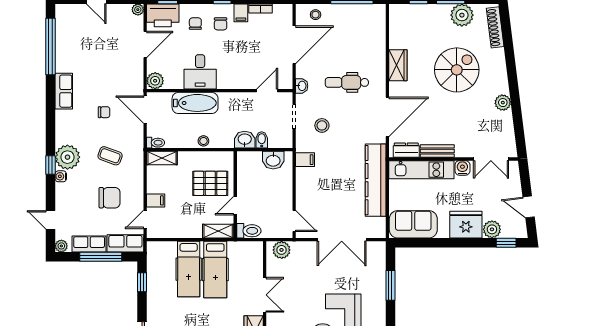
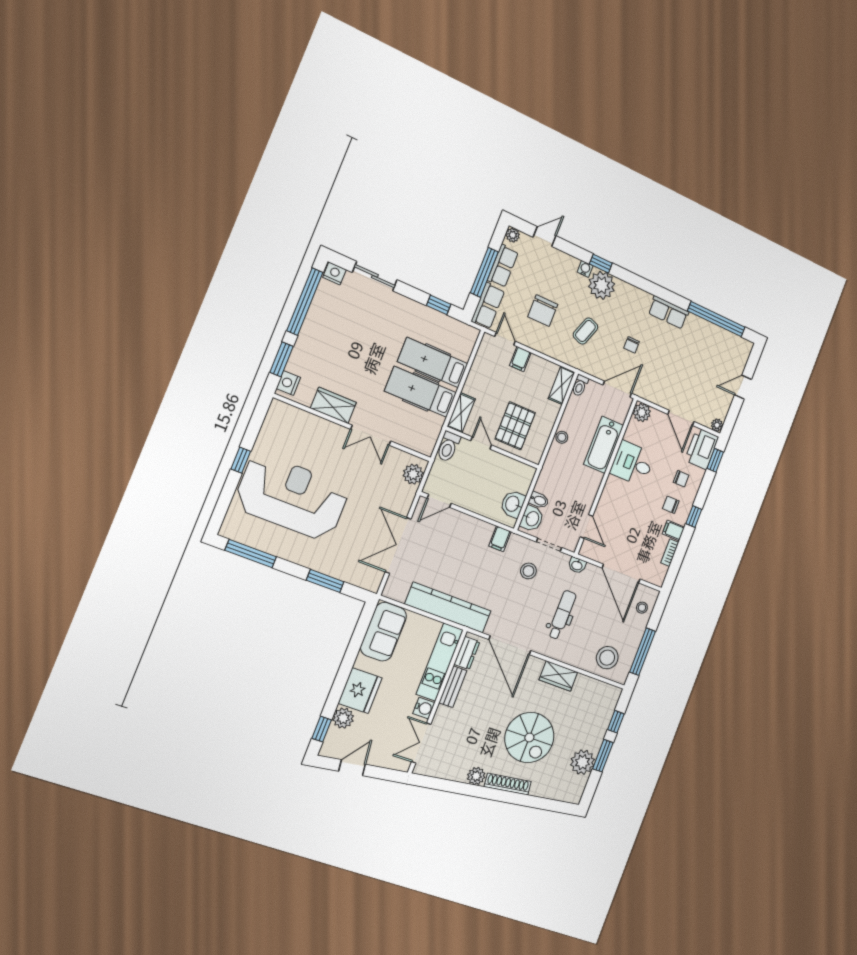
shoe rack: (495, 27) -> (508, 784), moved
stool: (368, 29) -> (607, 658), added
washbasin: (245, 140) -> (532, 519), moved

